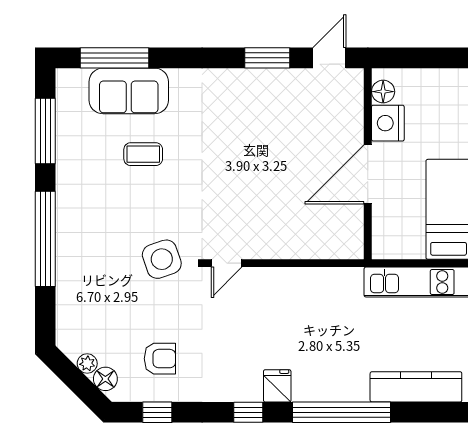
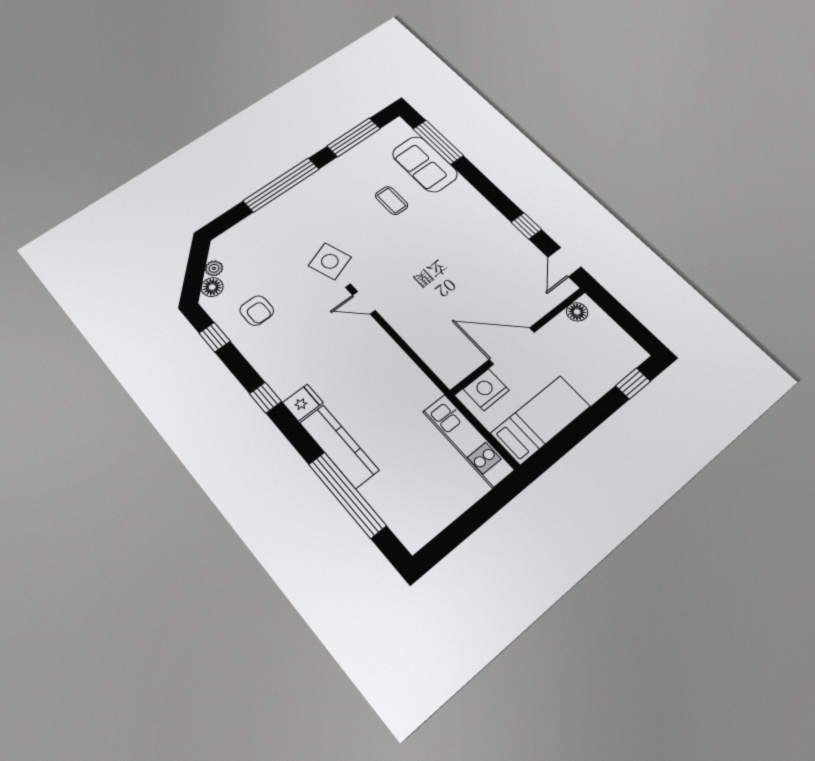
window: (267, 58) -> (526, 226), width x0.67
door: (329, 58) -> (565, 262), swing flipped
nightstand: (388, 123) -> (486, 390), moved
kitchen counter: (416, 387) -> (339, 446), moved
window: (342, 412) -> (347, 495), moved

